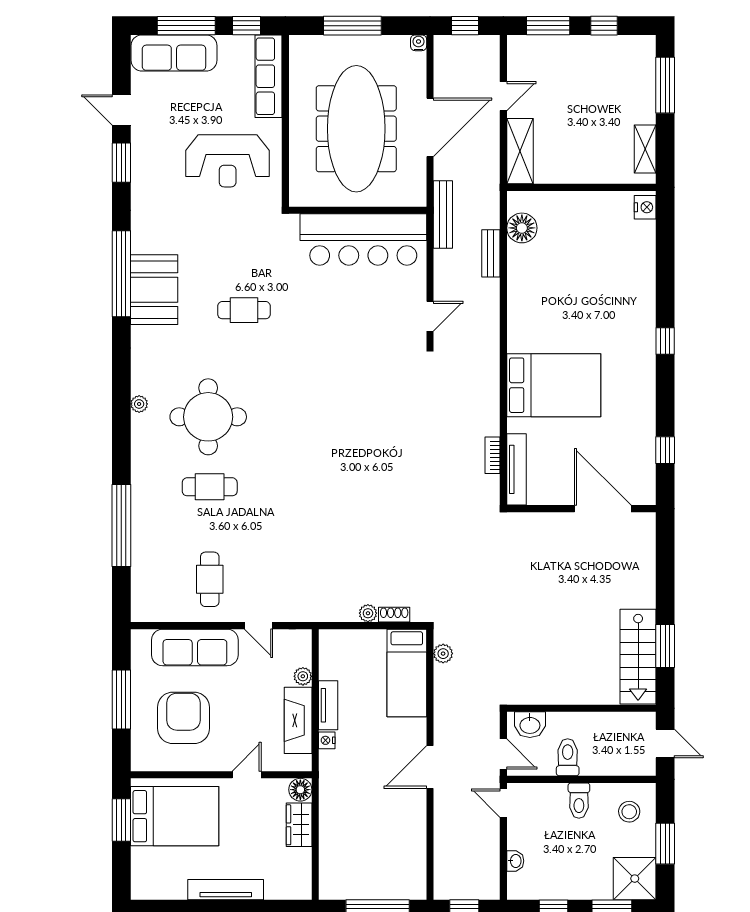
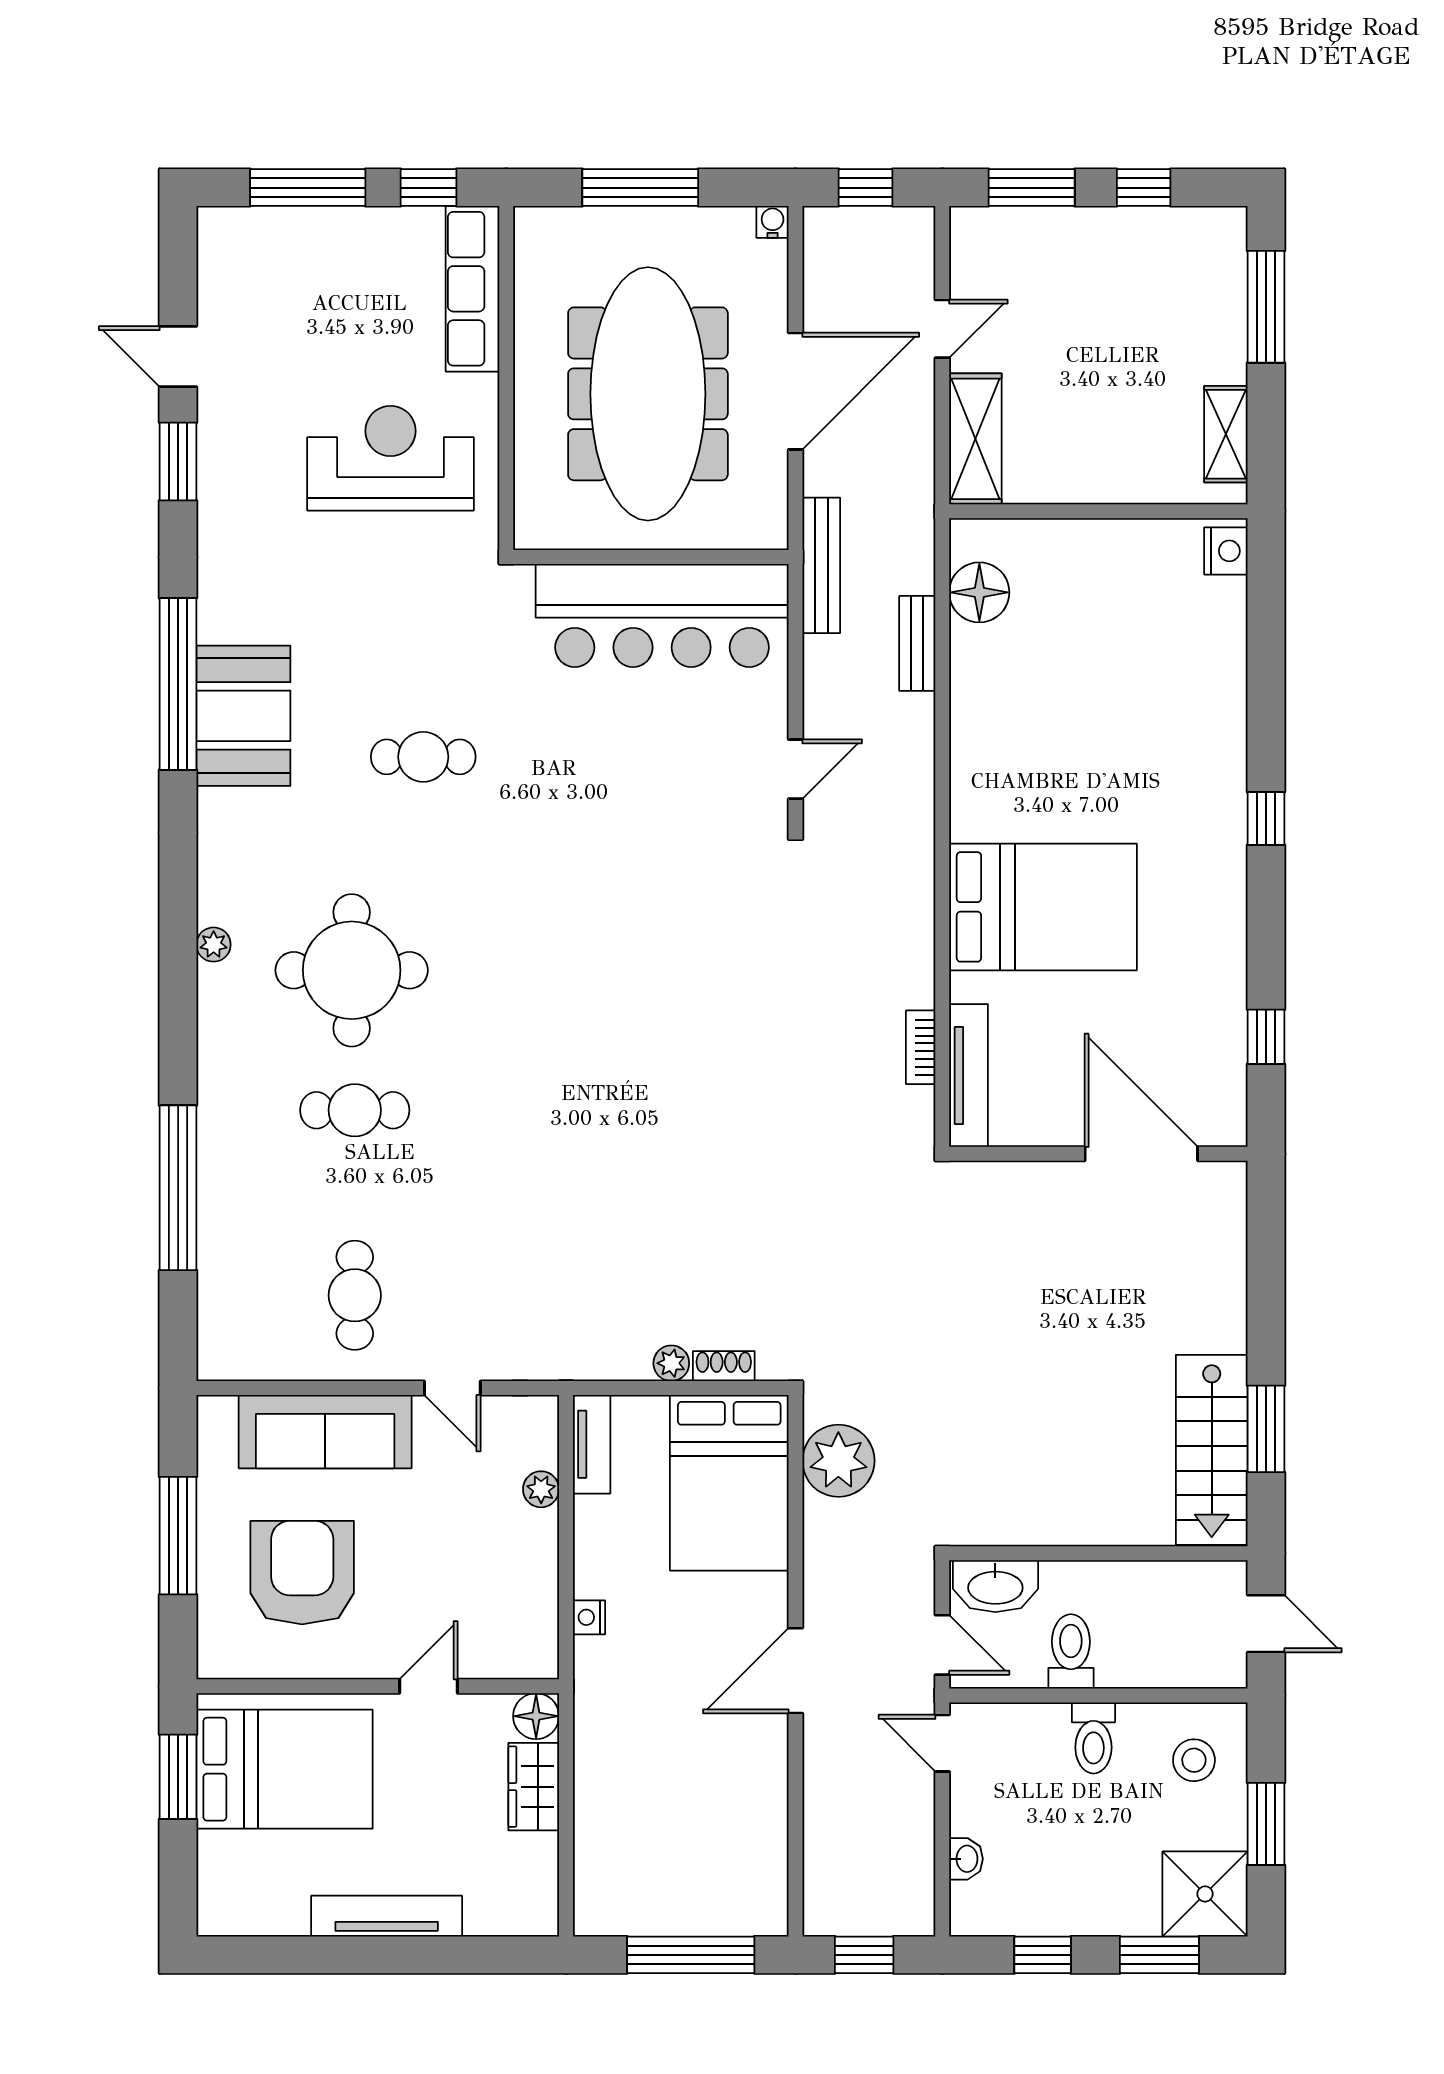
sofa: (174, 53) -> (283, 242), removed
reception desk: (228, 161) -> (391, 458), turned 180
plant: (443, 654) -> (838, 1461), width x1.87, depth x1.87
bed: (407, 673) -> (729, 1483), width x1.50
tv unit: (328, 705) -> (592, 1444), moved
fireplace: (298, 720) -> (532, 1578), removed
washbasin: (530, 725) -> (995, 1586), width x1.38

